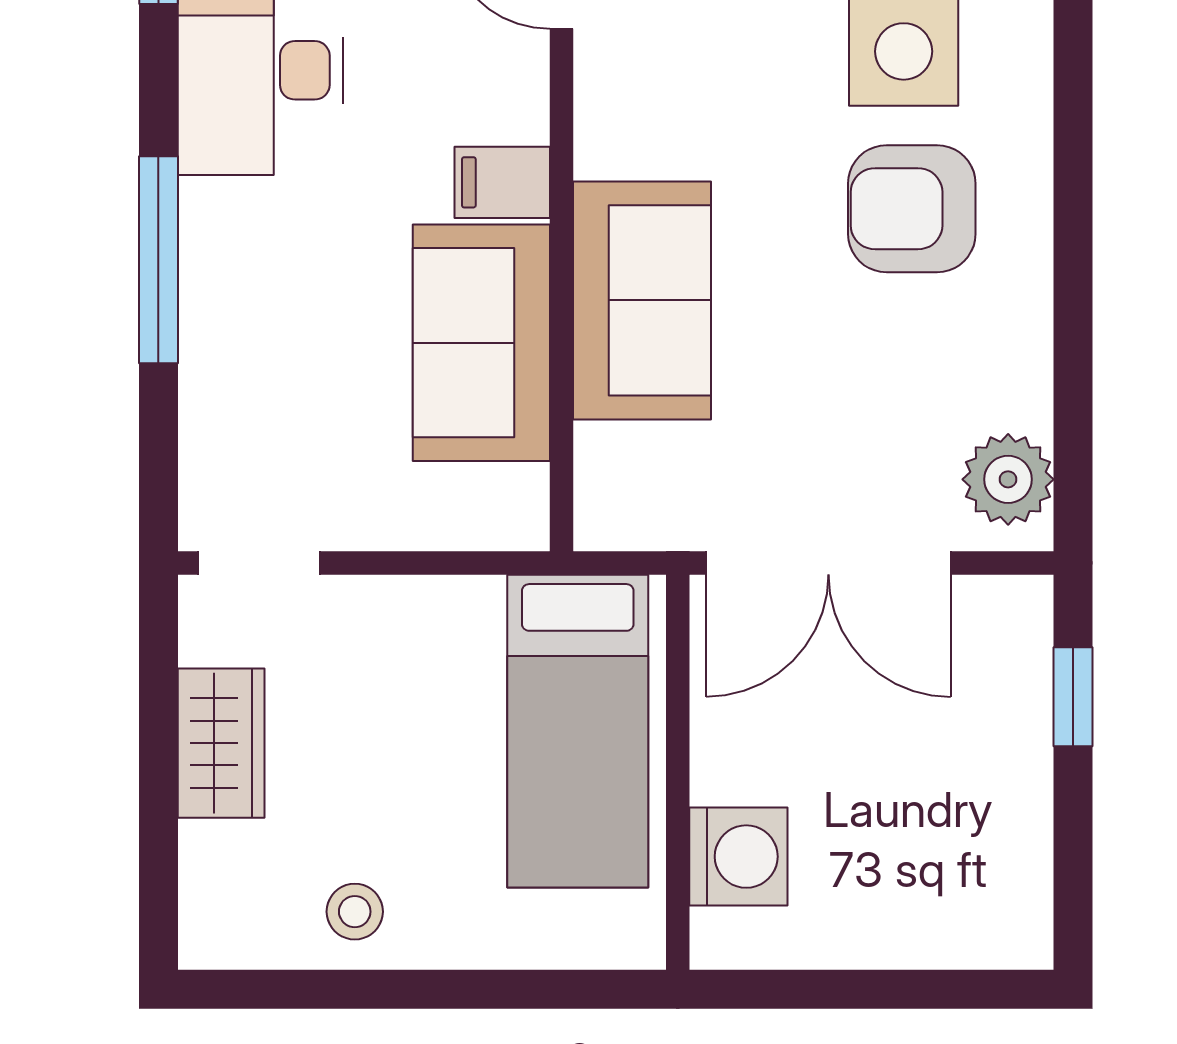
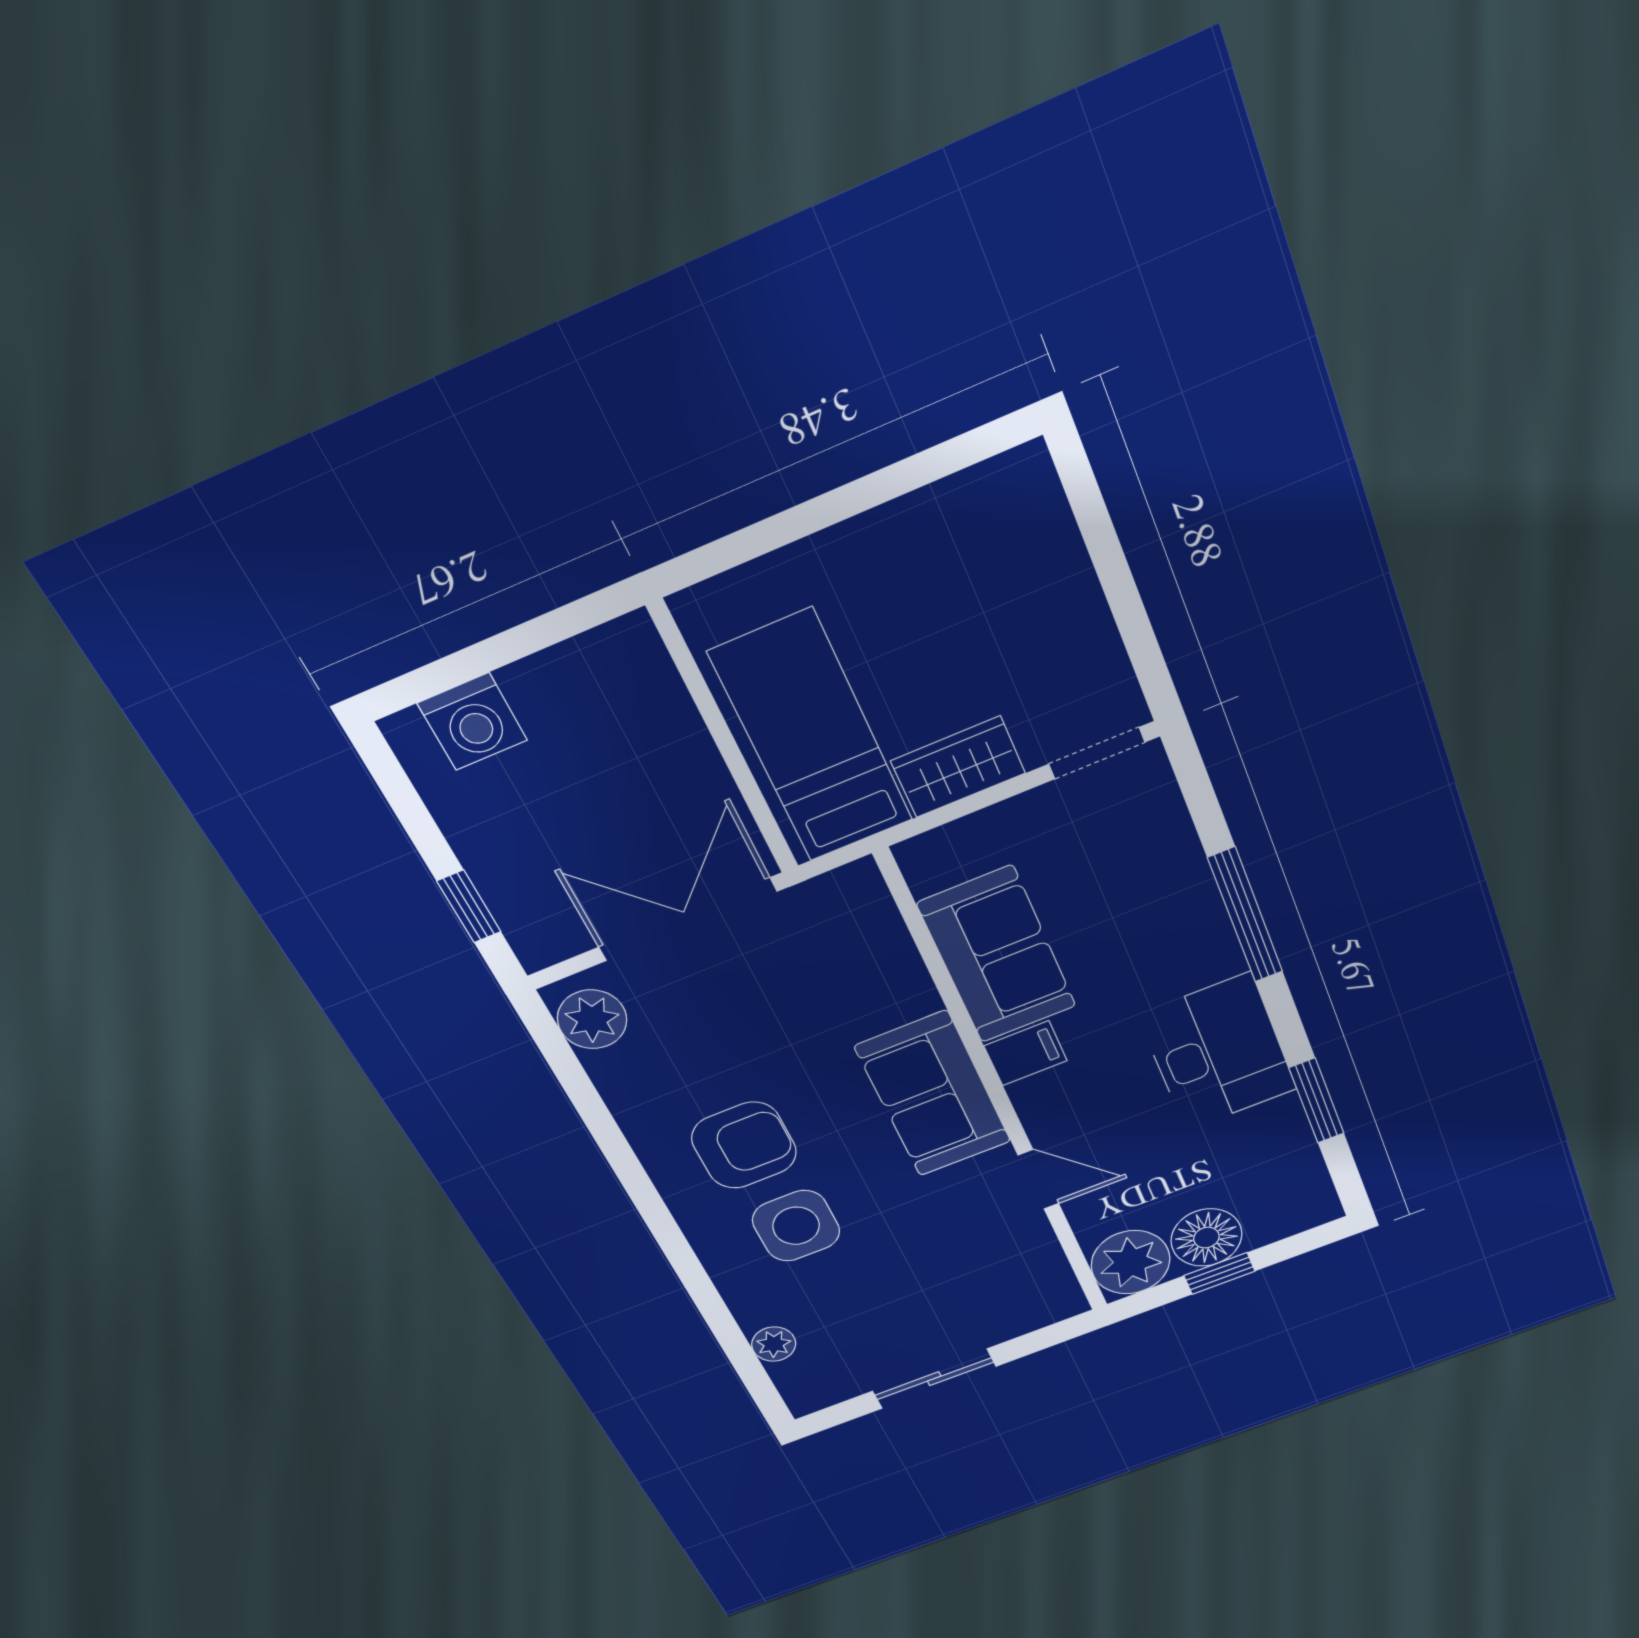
sofa: (642, 300) -> (933, 1094), moved
wardrobe: (221, 743) -> (958, 767), moved, turned 90
washing machine: (738, 857) -> (472, 722), moved, turned -90
stool: (355, 912) -> (922, 539), removed

